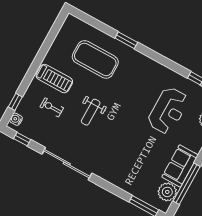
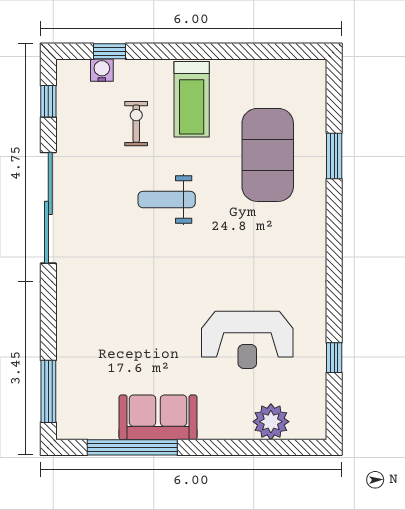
window: (126, 40) -> (334, 156), moved
water cooler: (16, 119) -> (102, 70), moved
plant: (167, 192) -> (98, 420), removed

